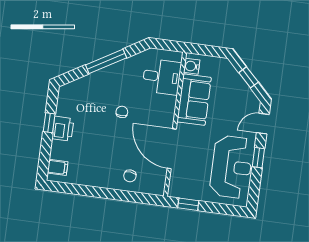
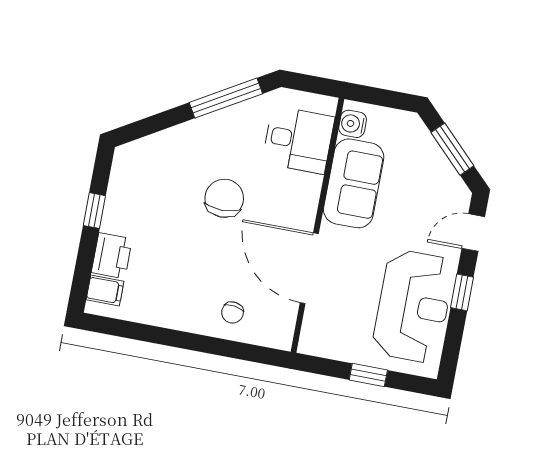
window: (106, 61) -> (226, 98), moved
window: (249, 77) -> (452, 149), width x1.50
chair: (122, 112) -> (224, 198), width x1.87, depth x1.87
printer: (63, 129) -> (112, 256), moved
window: (188, 204) -> (368, 375), moved

